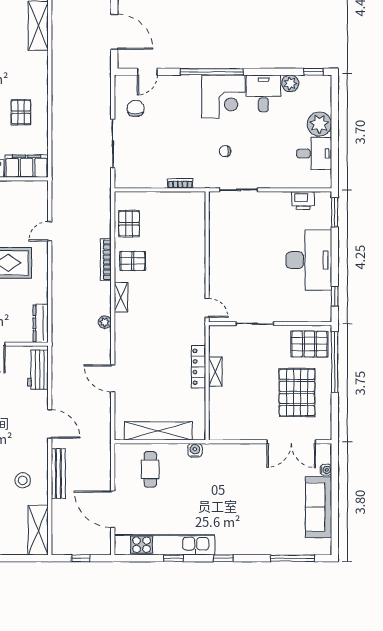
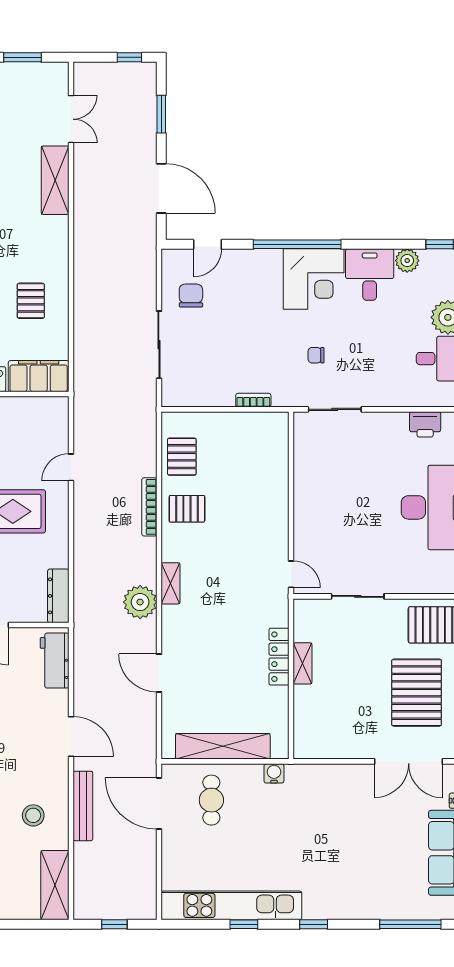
shelving: (121, 297) -> (171, 583), moved
plant: (105, 322) -> (140, 602), width x1.88, depth x1.88
door: (113, 509) -> (159, 803), moved

